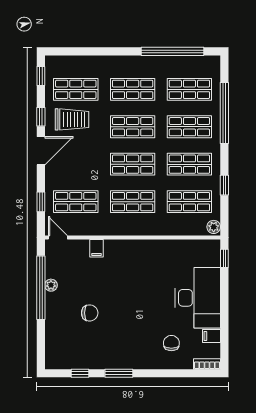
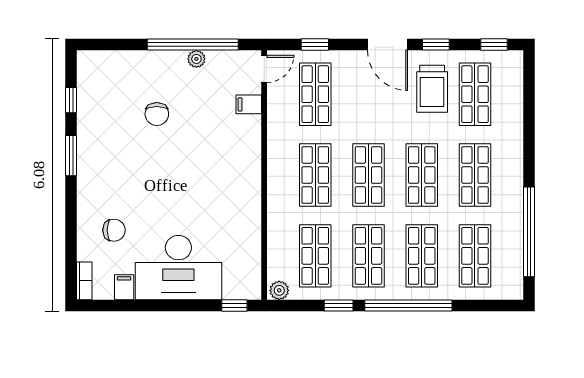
window: (224, 113) -> (408, 305), moved
filing cabinet: (97, 248) -> (249, 104), moved

